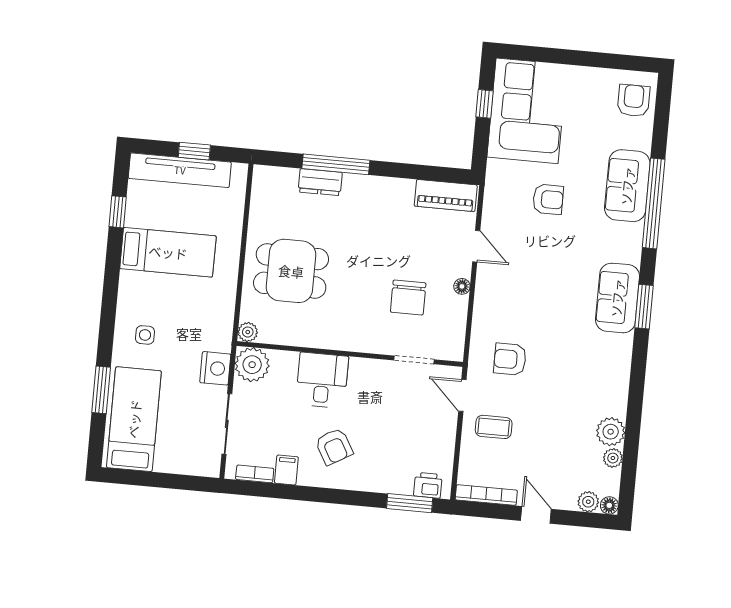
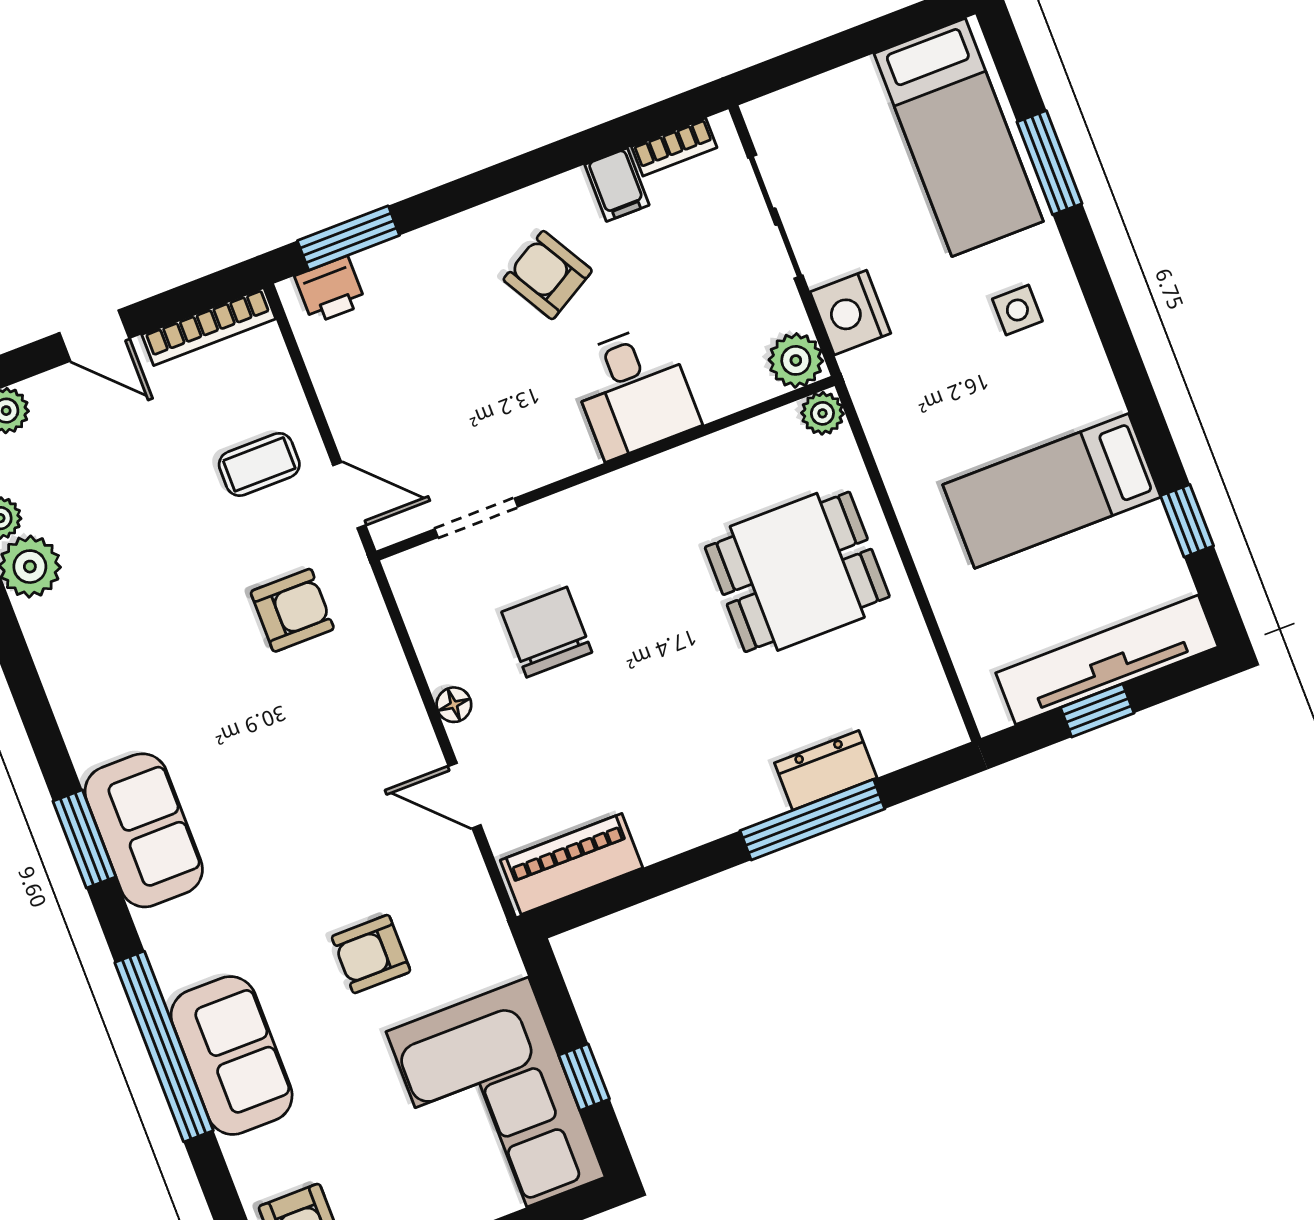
plant: (252, 365) -> (796, 360), width x0.73, depth x0.73

